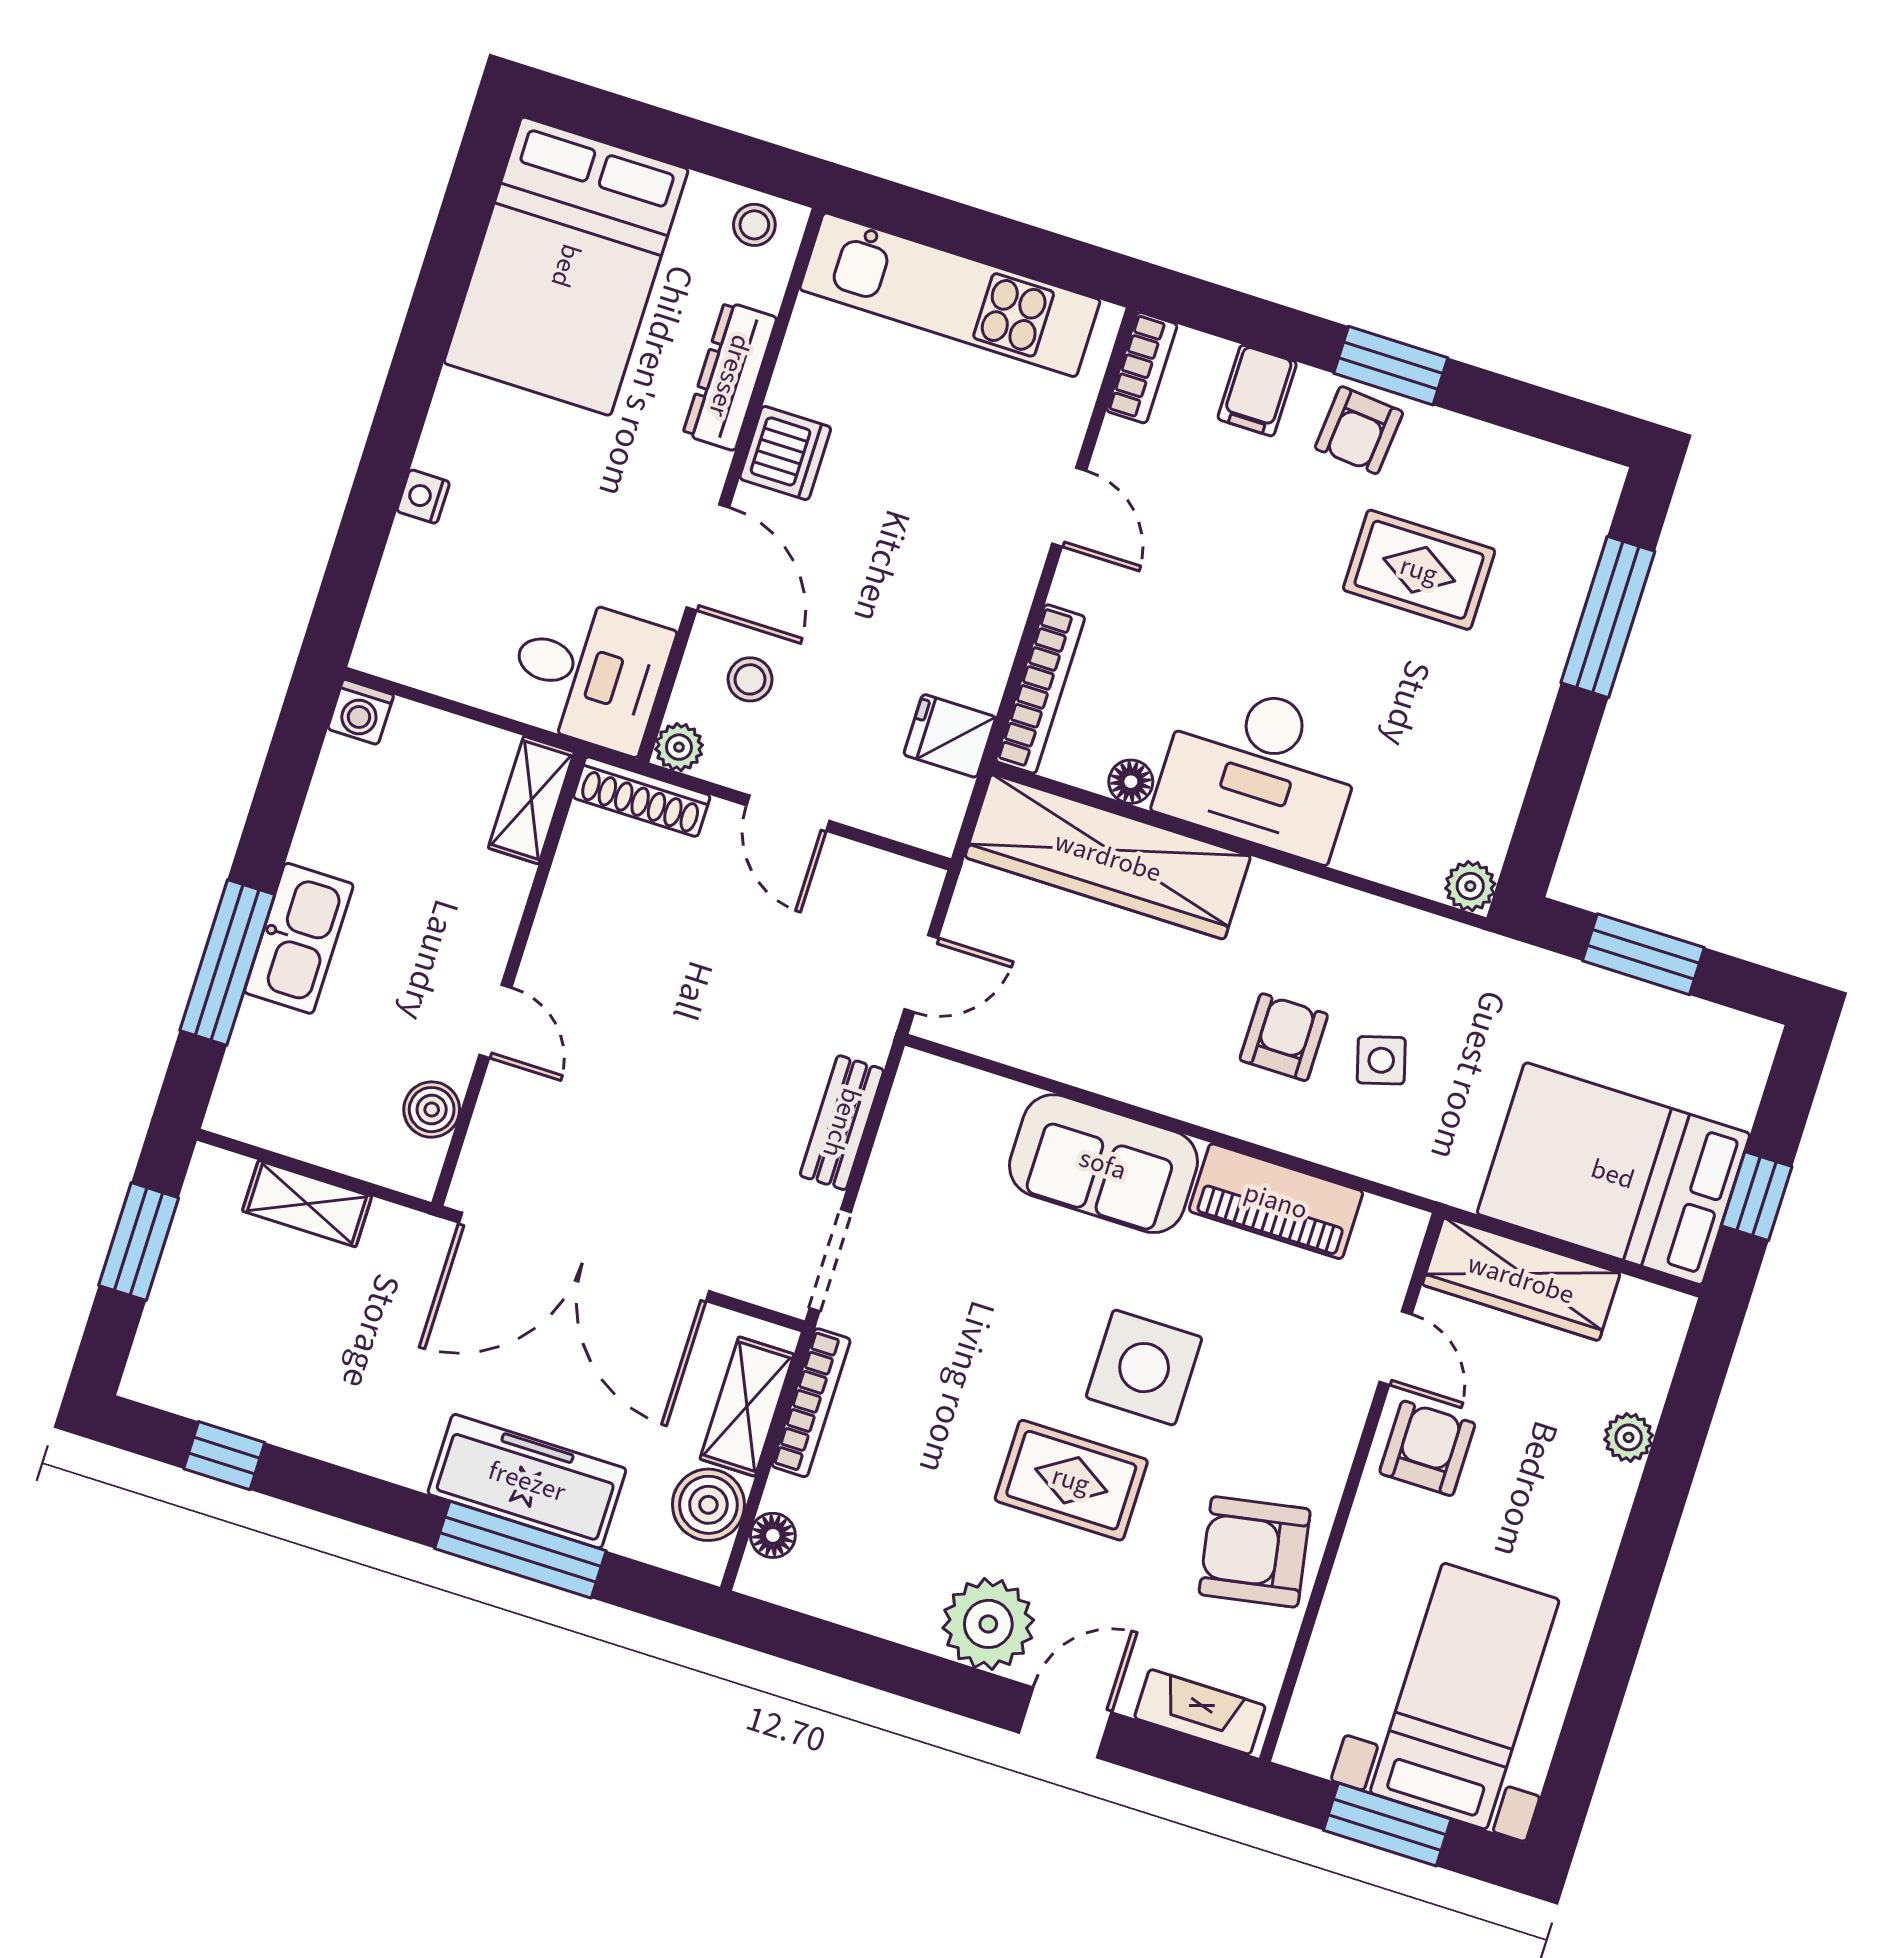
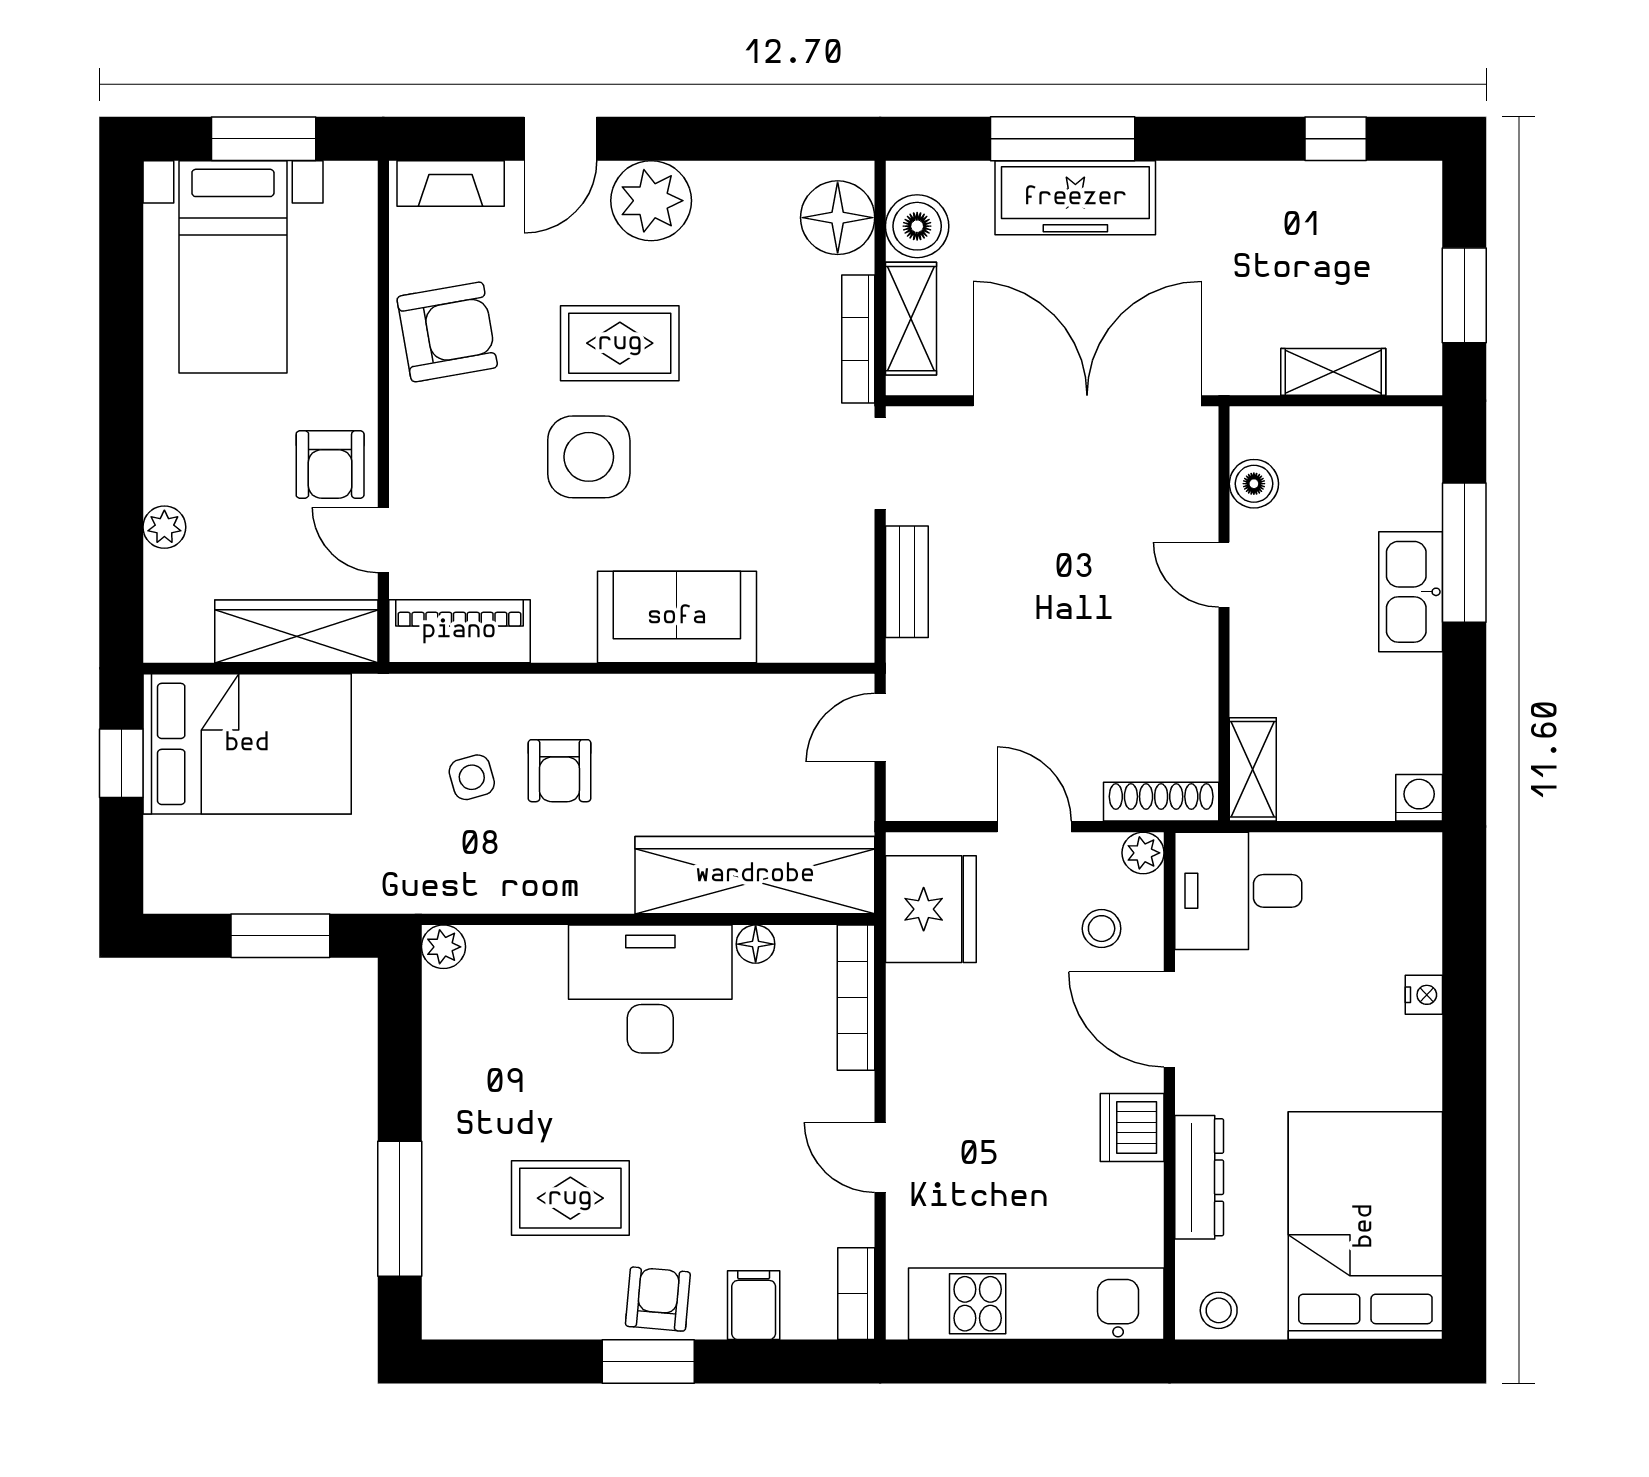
fridge: (950, 736) -> (931, 909), width x1.88, depth x1.34
piano: (1276, 1201) -> (459, 631), moved
floor lamp: (773, 1535) -> (838, 218), width x1.89, depth x1.89

